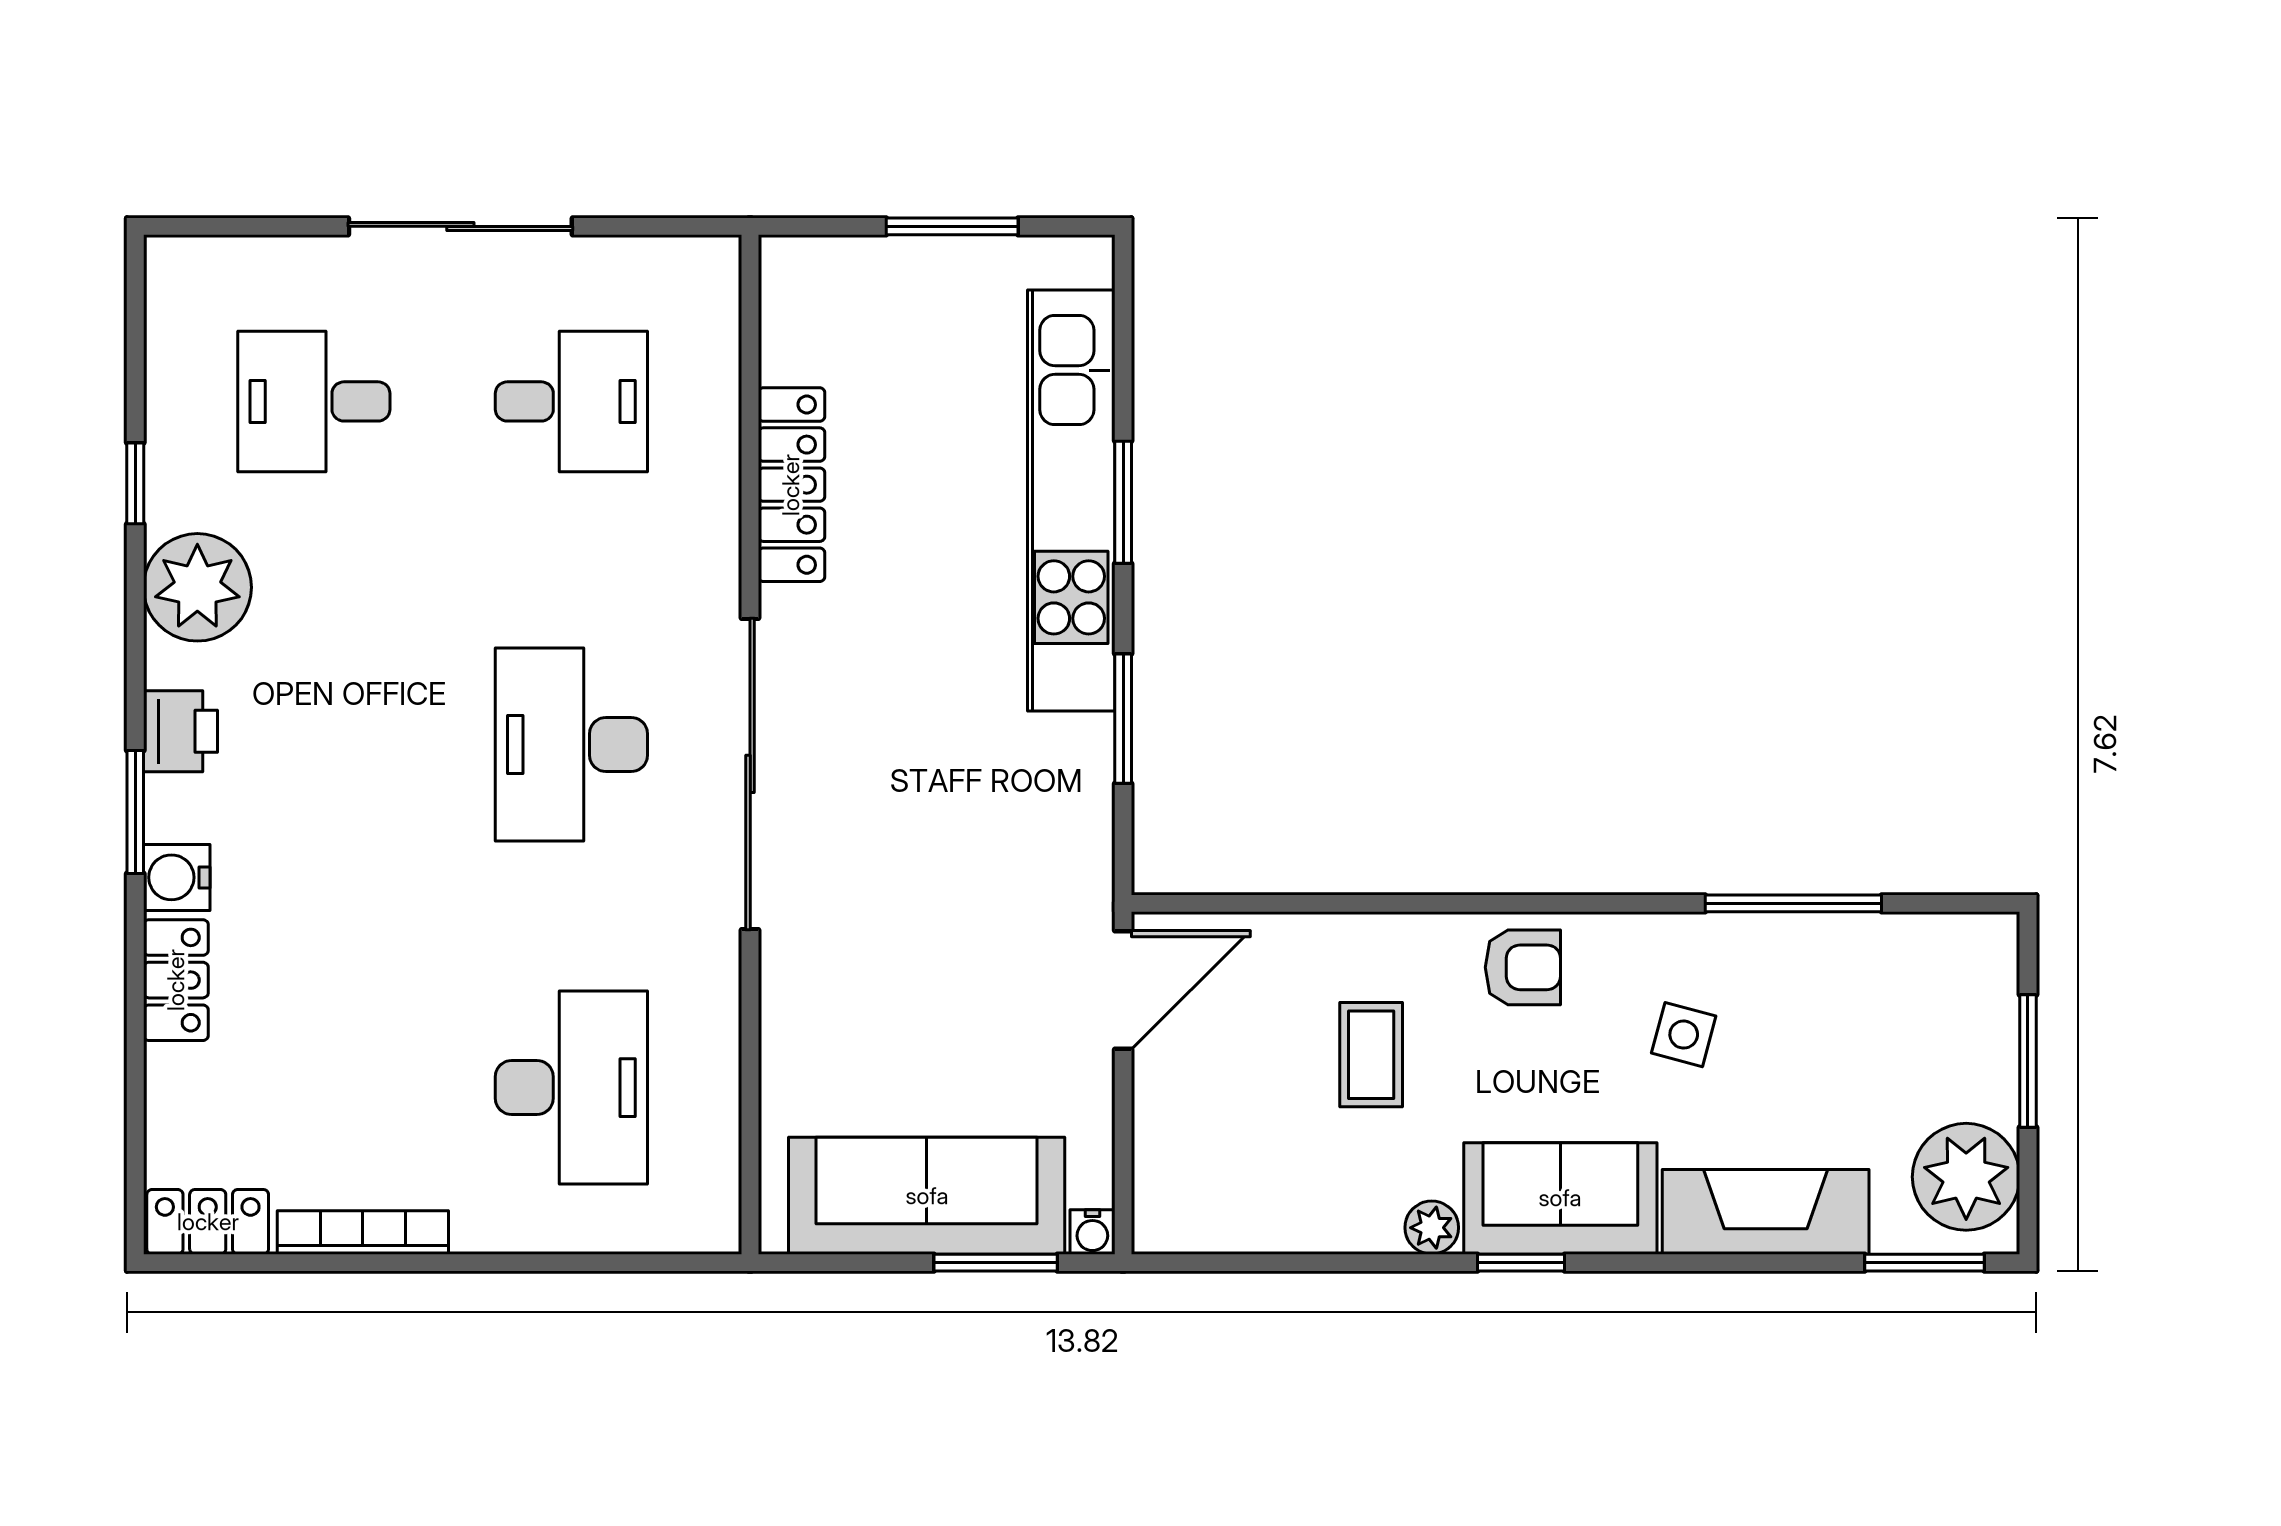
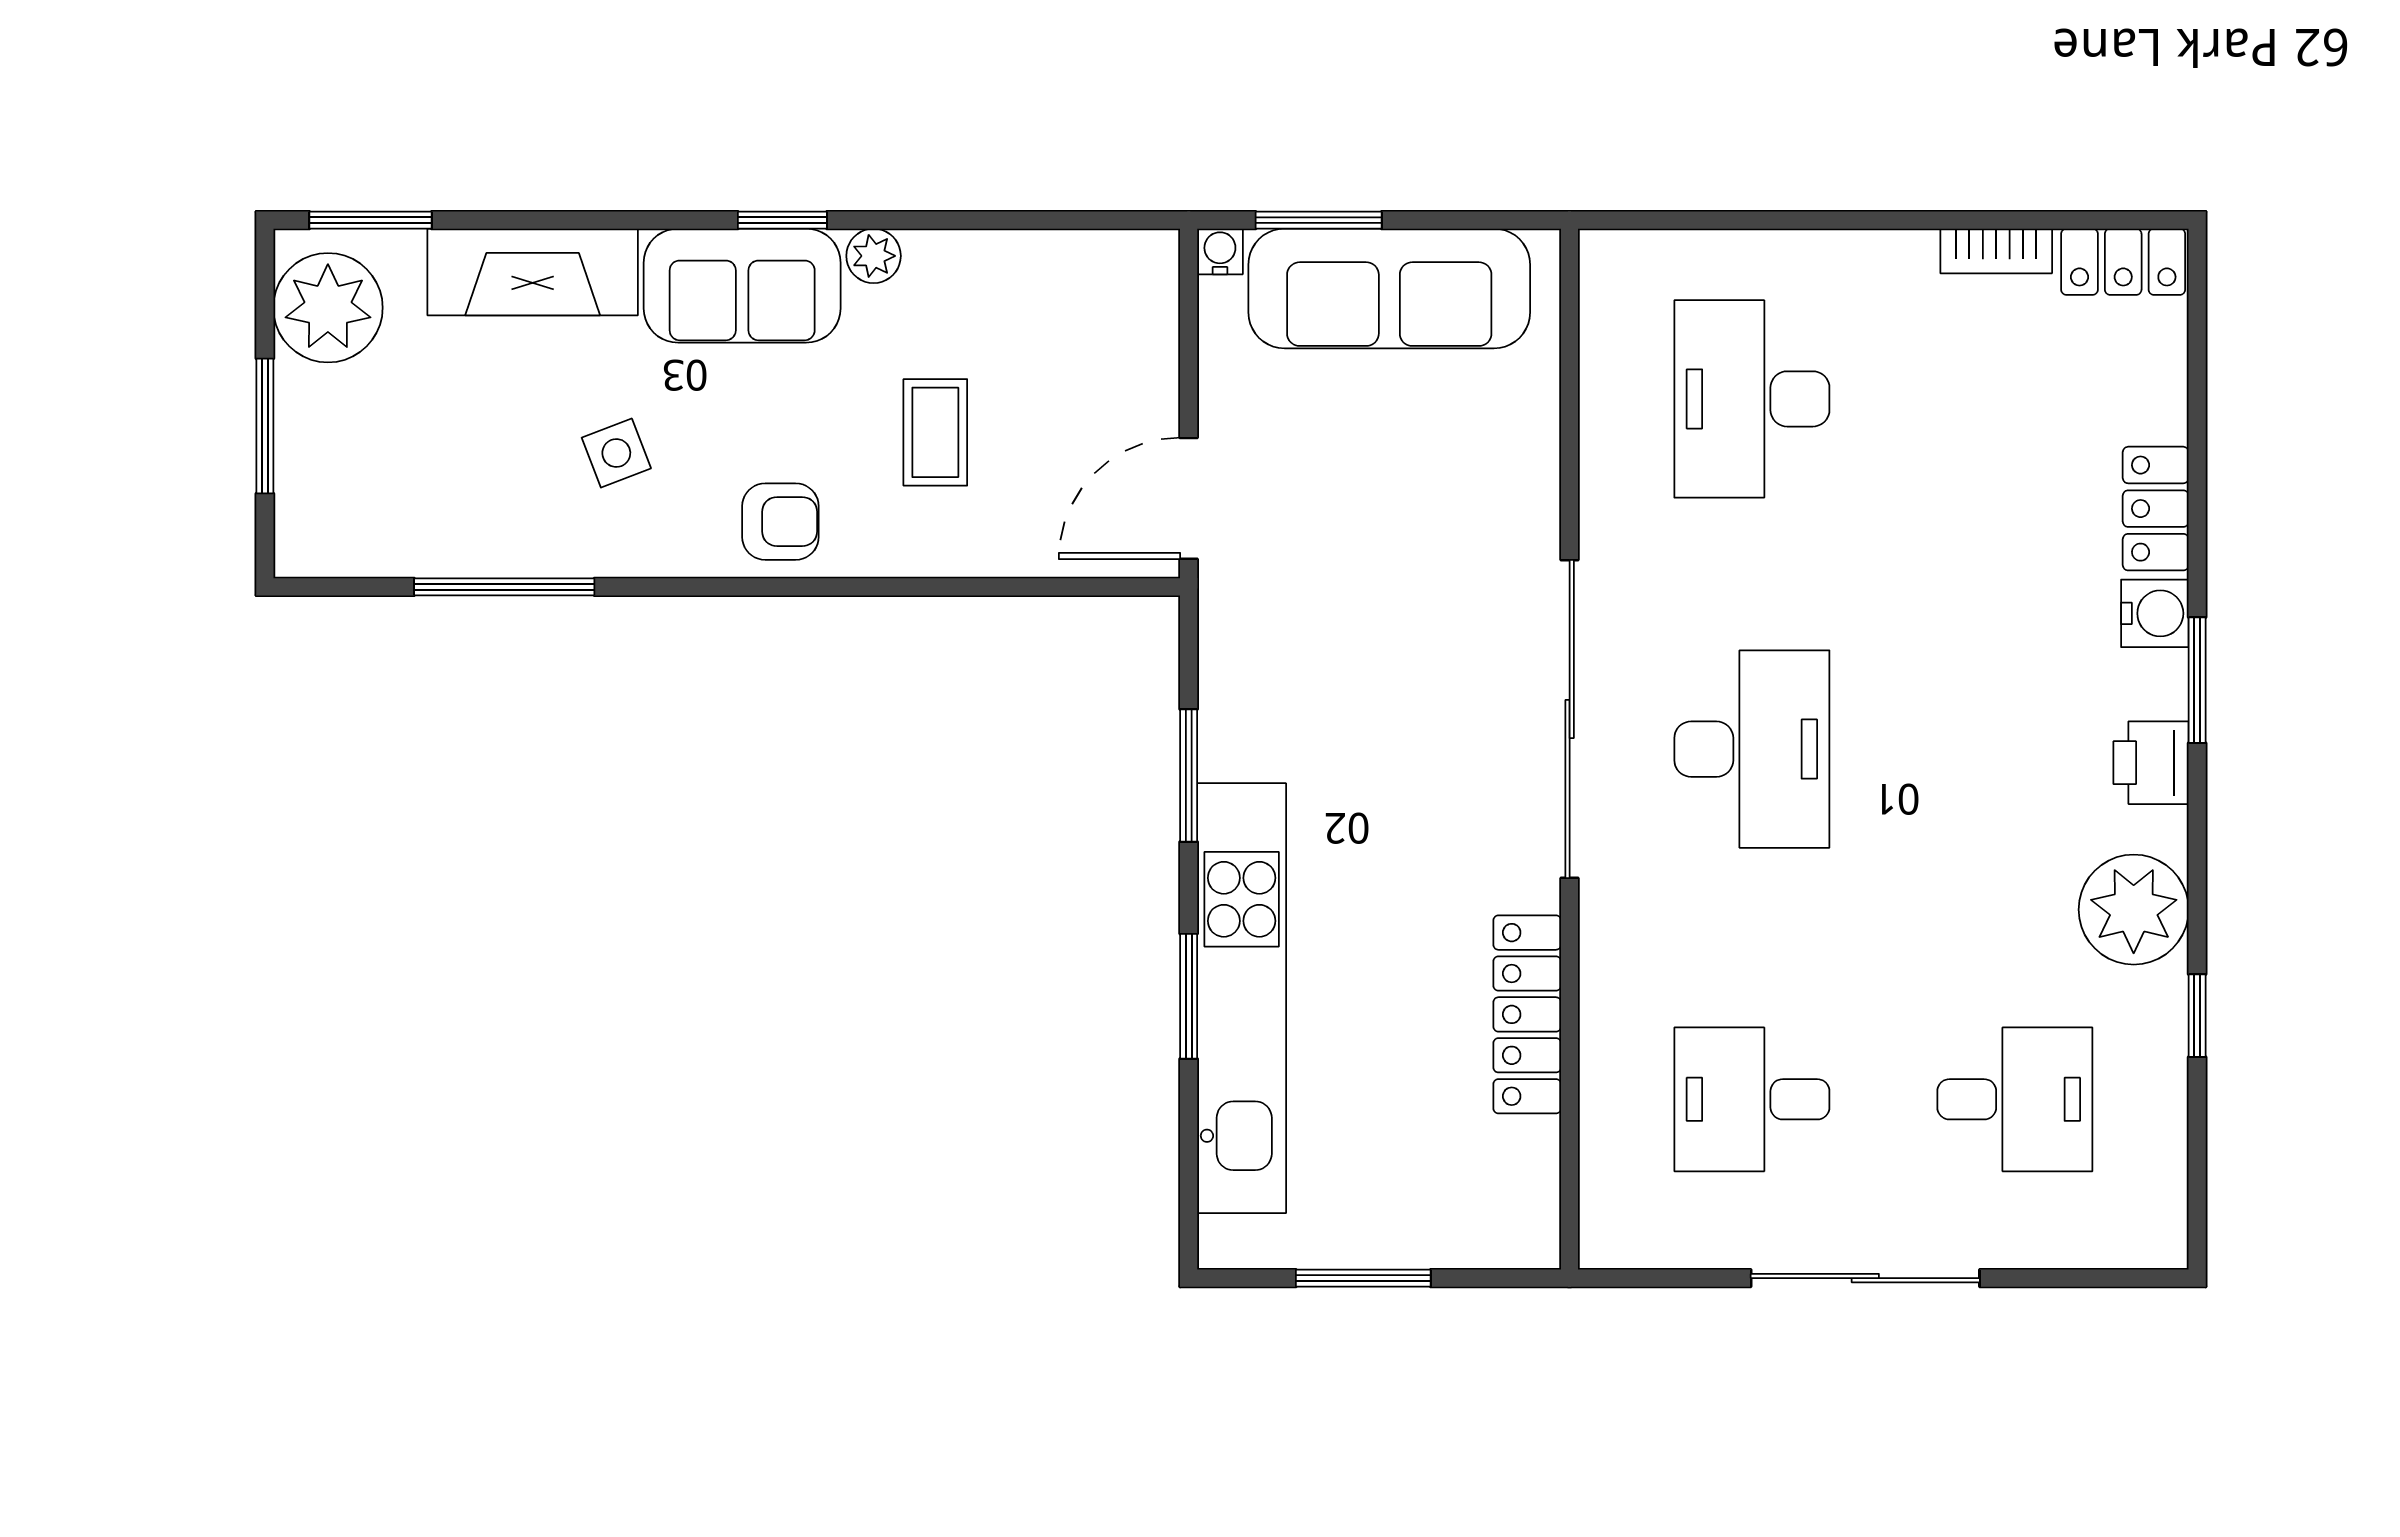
armchair: (1523, 967) -> (780, 522), turned 180
side table: (1684, 1035) -> (616, 453), turned -36
bookcase: (363, 1232) -> (1996, 251), width x0.64

